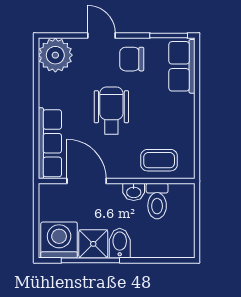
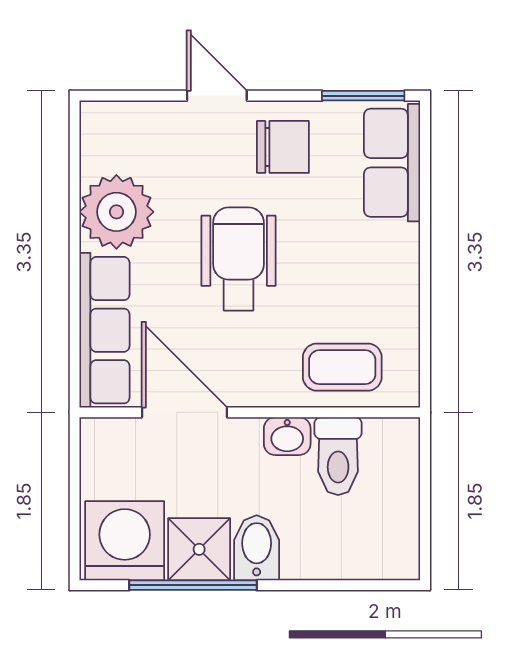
plant: (55, 55) -> (116, 212), moved
chair: (132, 59) -> (283, 147), turned 180

